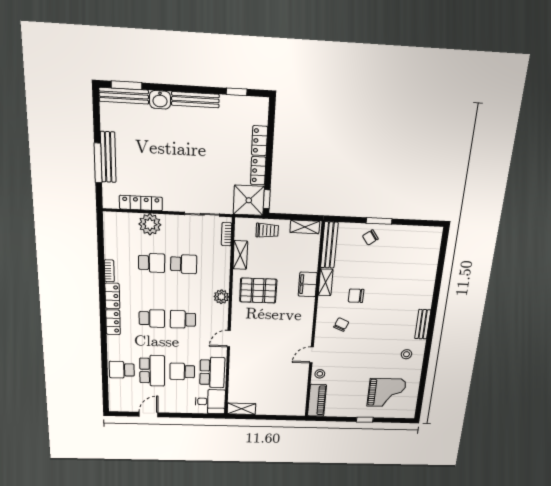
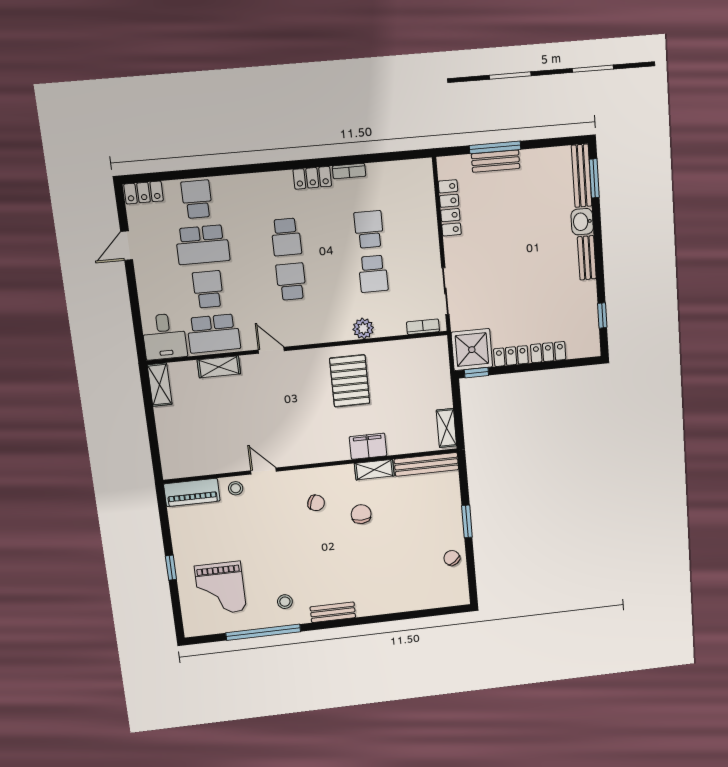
bench: (195, 100) -> (587, 258), width x0.73
bench: (108, 157) -> (496, 161), width x0.73
plant: (150, 224) -> (423, 222), removed
trolley: (267, 230) -> (435, 380), removed
chair: (370, 237) -> (452, 558), moved
shelving: (240, 255) -> (219, 367), moved
school desk: (152, 263) -> (369, 229), turned 180
plant: (221, 297) -> (363, 328), moved
locker: (113, 322) -> (144, 192), moved
window: (424, 371) -> (263, 632), added
door: (149, 414) -> (127, 246), swing flipped

